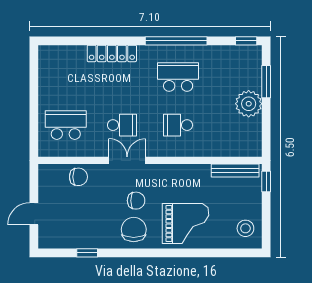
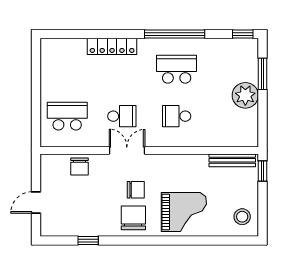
chair: (78, 177) -> (80, 167), turned 90

